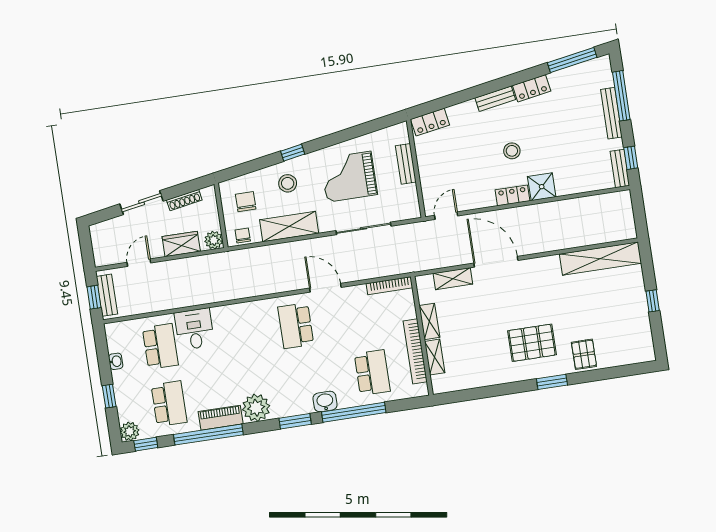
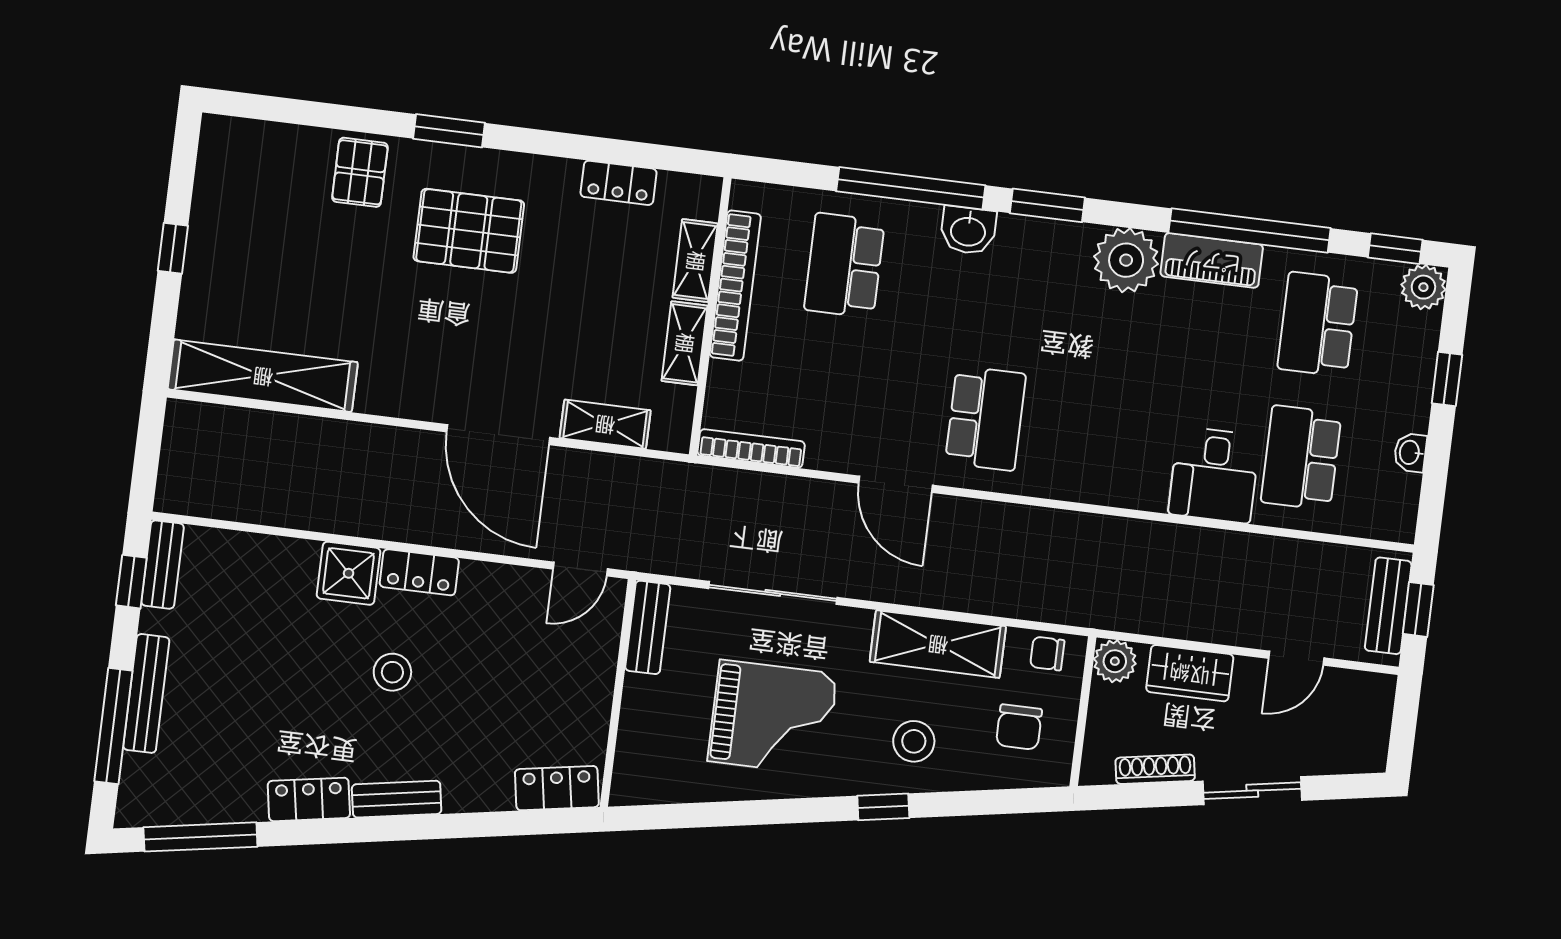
bench: (406, 164) -> (648, 627), moved
chair: (243, 235) -> (1047, 653), turned 90
locker: (476, 380) -> (619, 183), added

